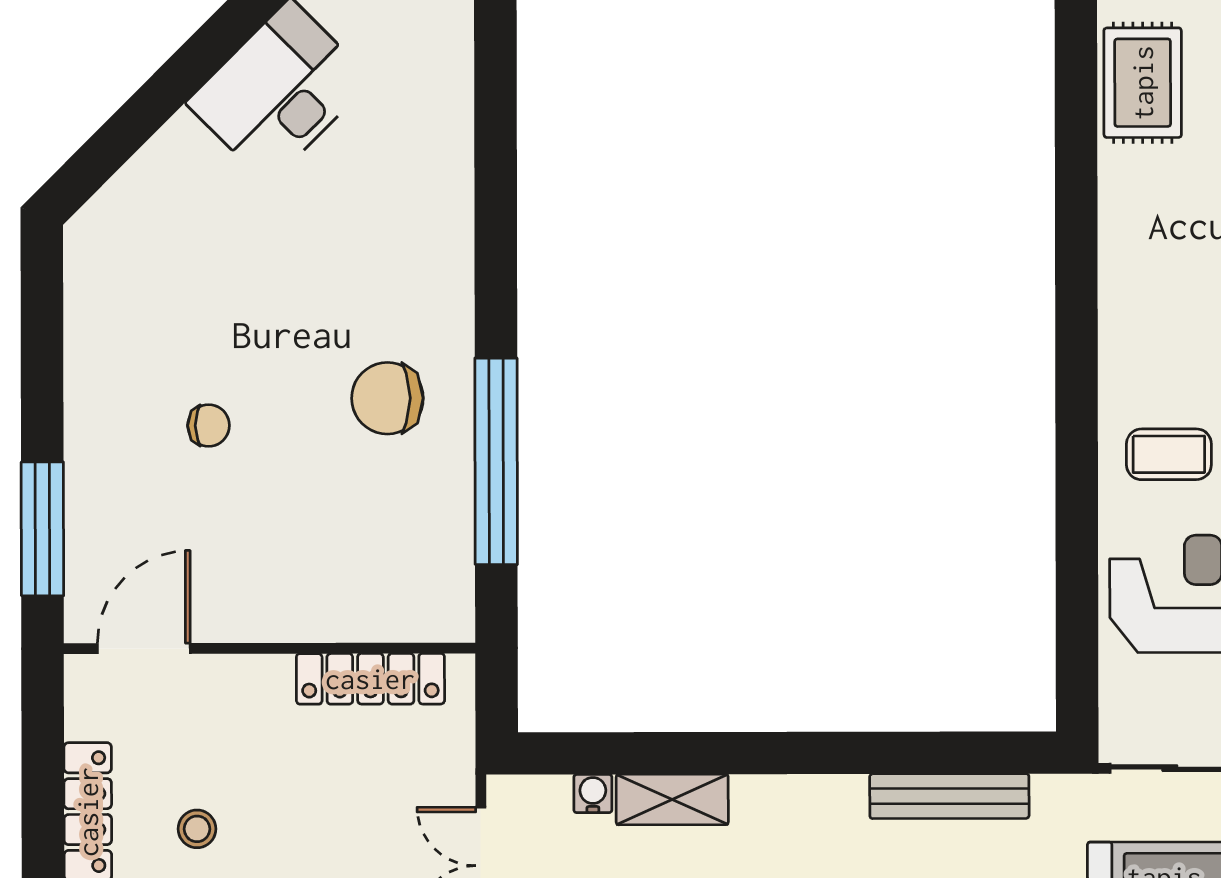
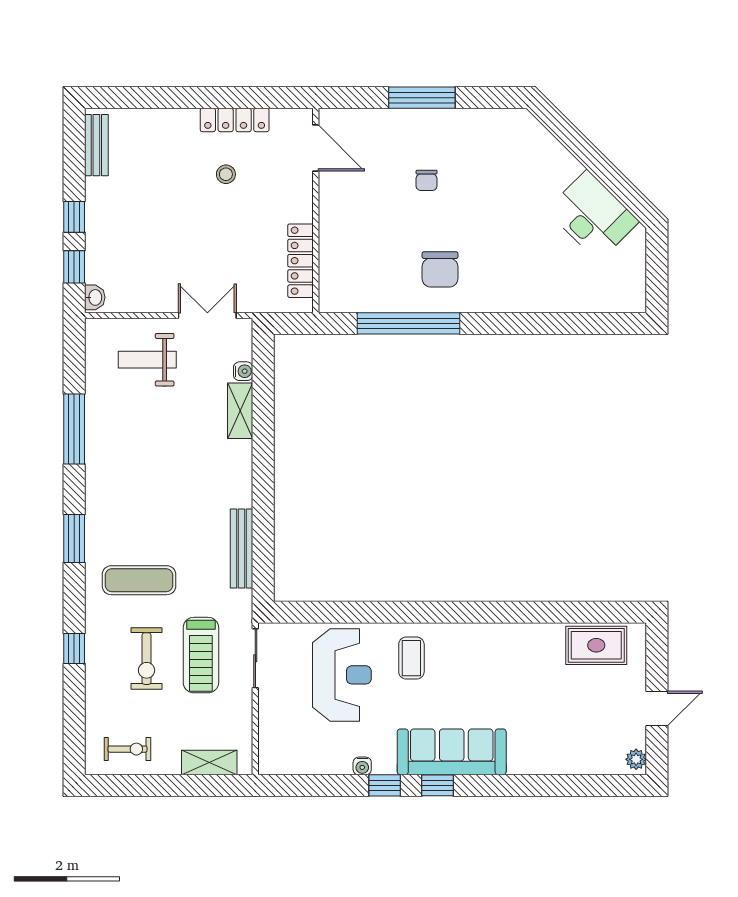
chair: (387, 398) -> (440, 269), turned 180
window: (42, 529) -> (422, 98), moved

